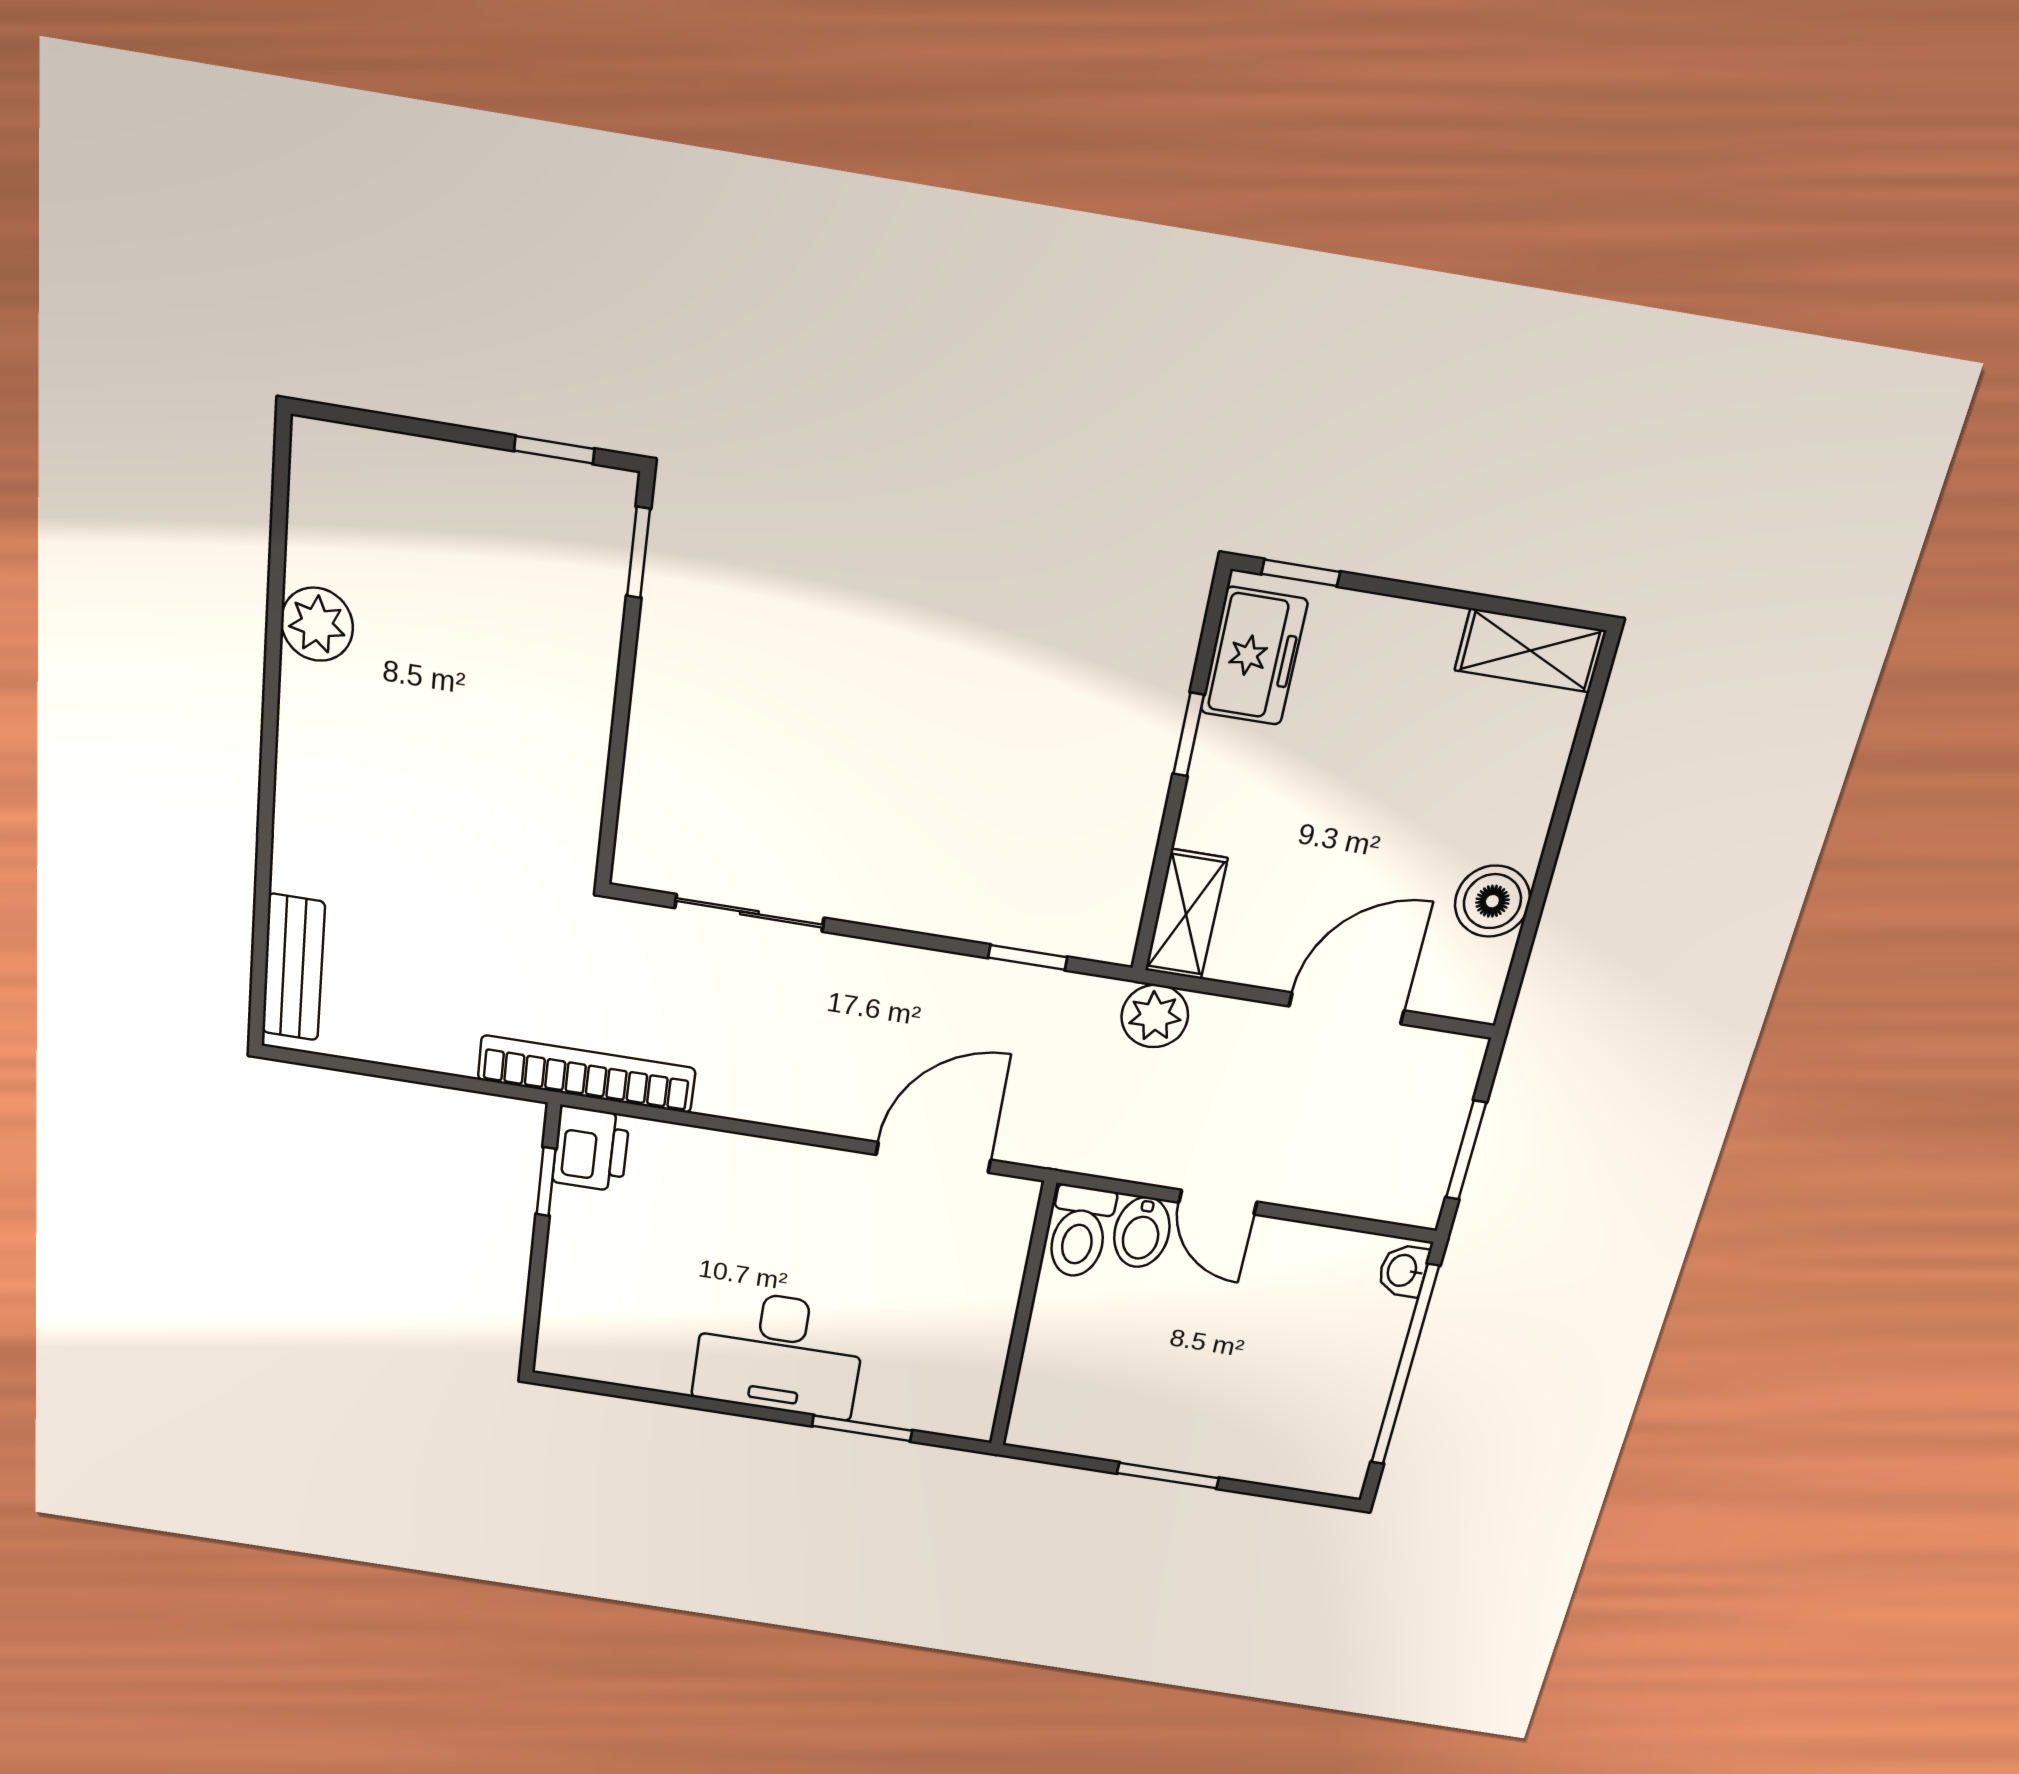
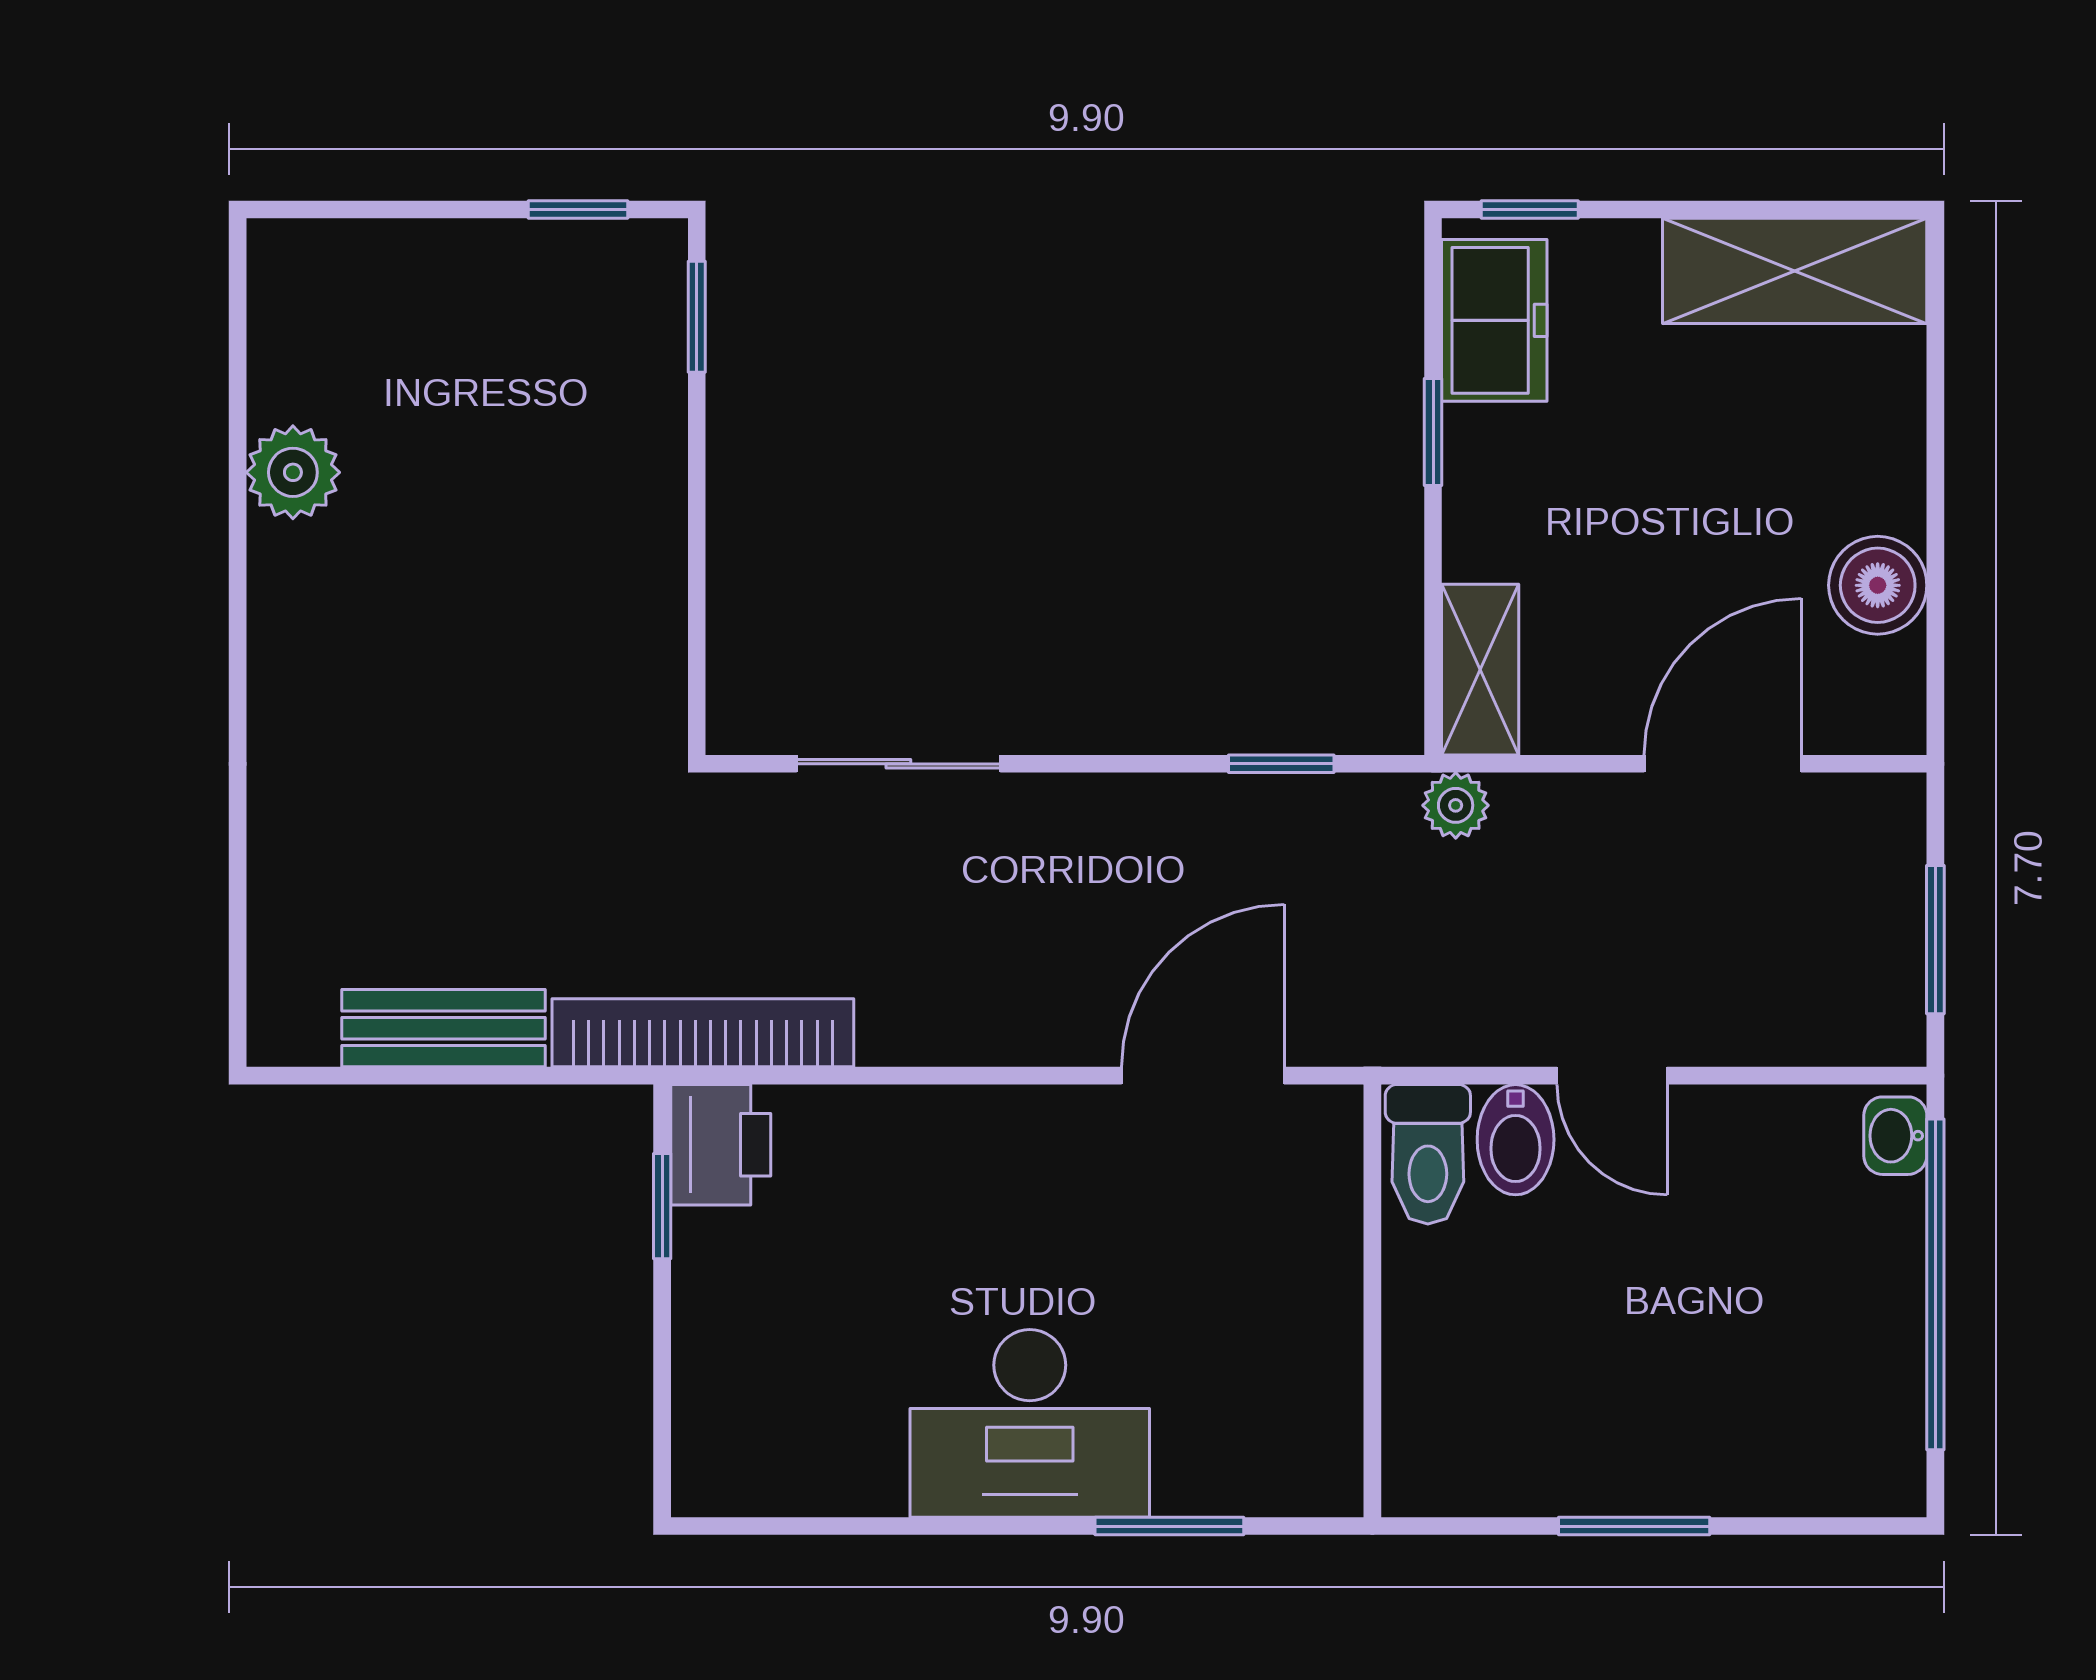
shelving: (1530, 650) -> (1795, 271), width x1.50, depth x1.33
bench: (293, 968) -> (444, 1028), moved, turned 90
plant: (1155, 1016) -> (1456, 805), width x0.73, depth x0.73

